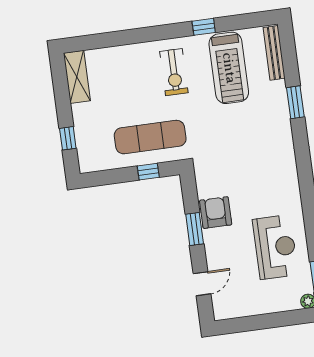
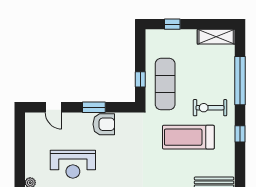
window: (132, 37) -> (240, 81), added
treadmill: (229, 68) -> (188, 137), moved

